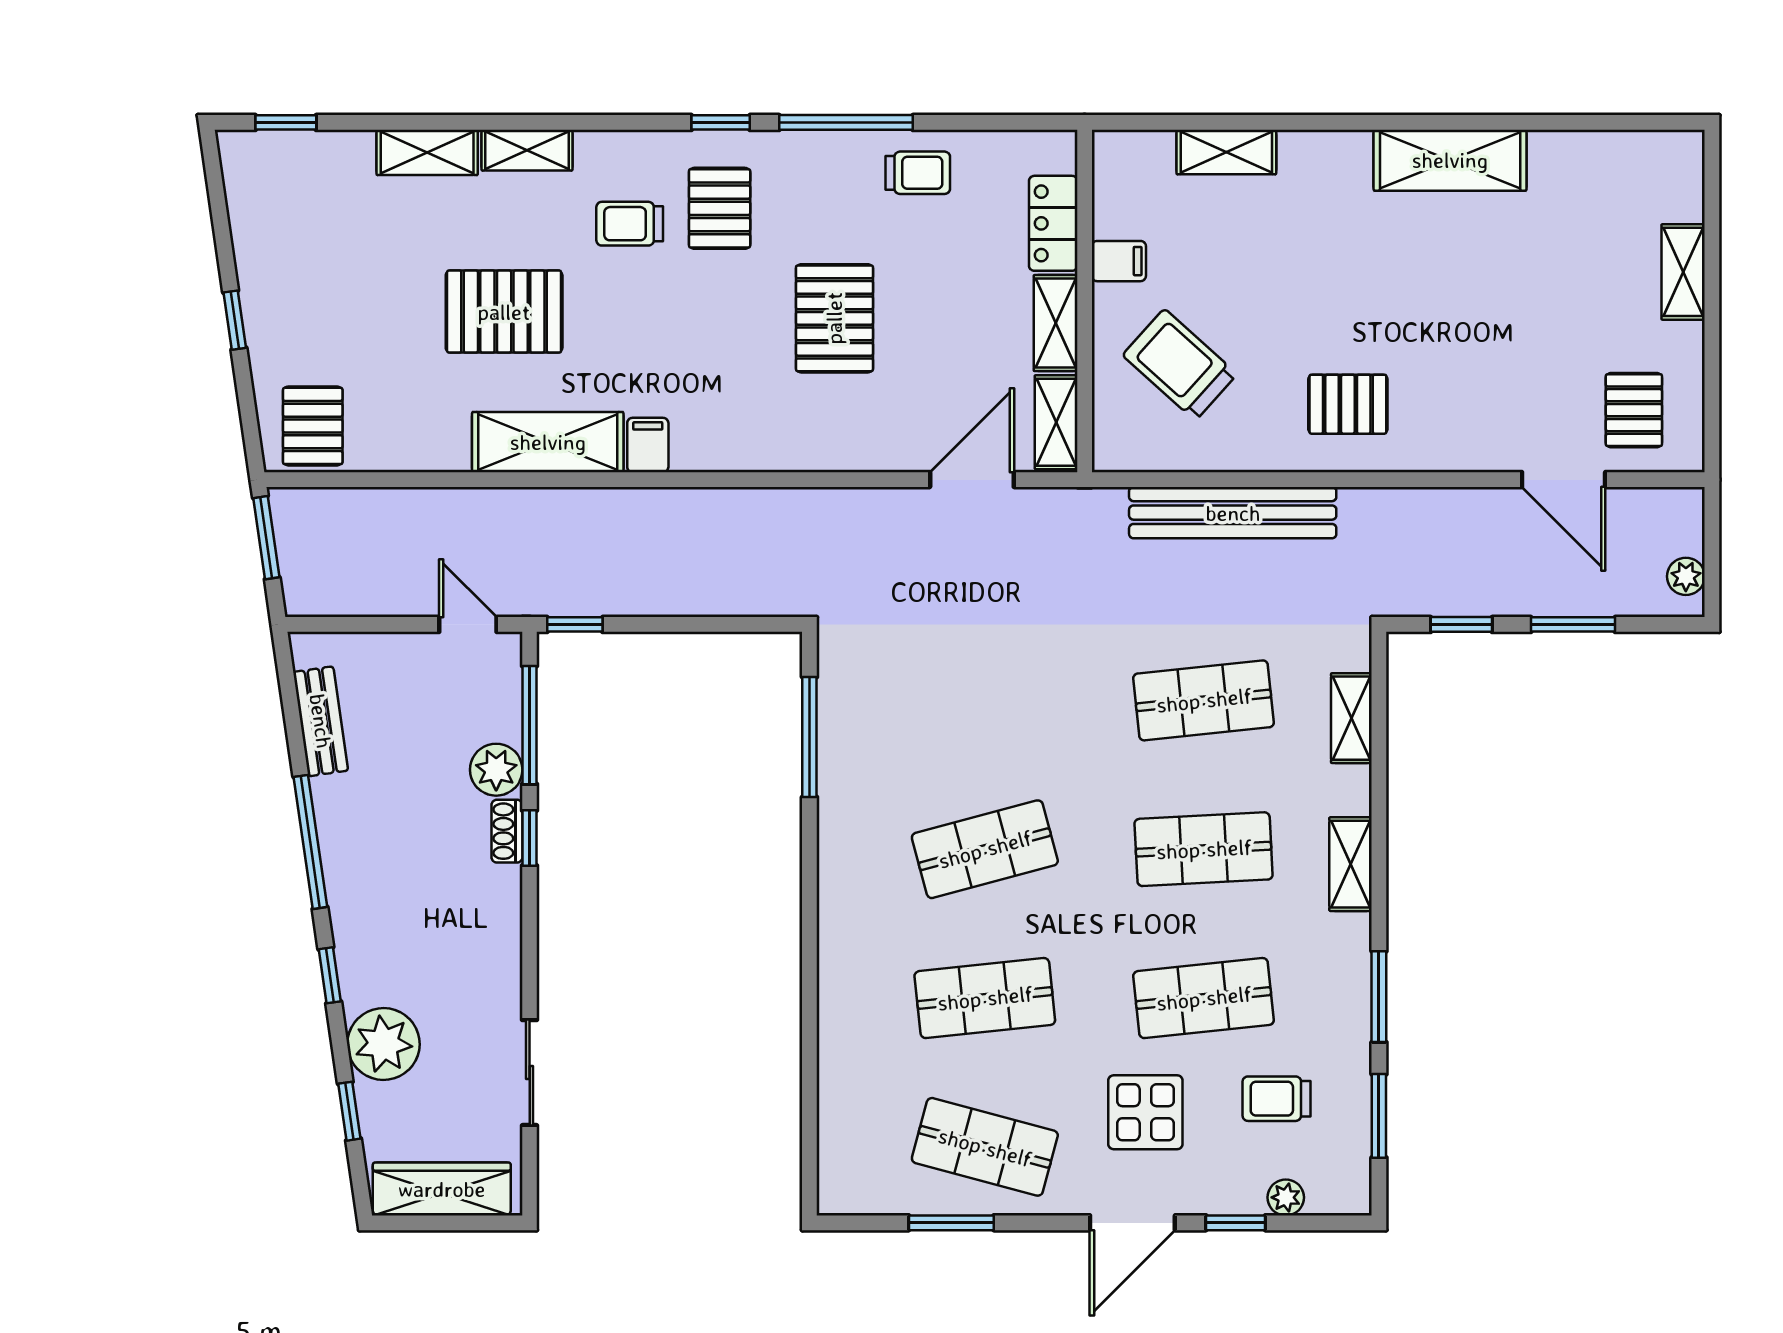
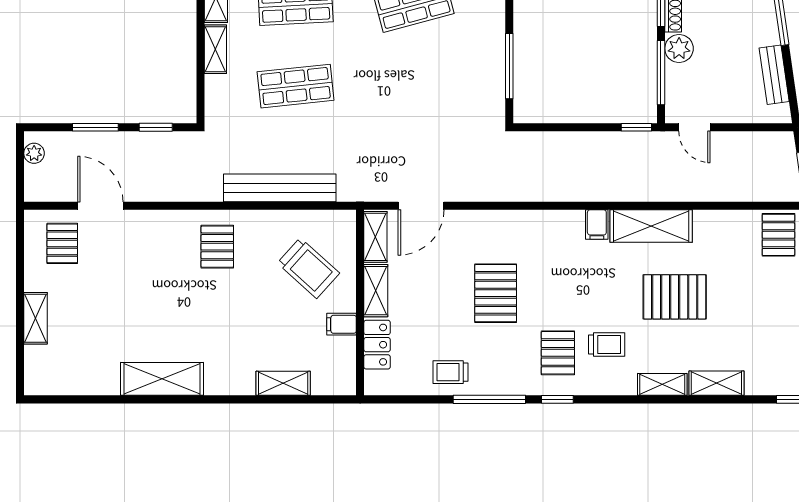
pallet: (1348, 404) -> (217, 247), turned 90
shelving: (1351, 718) -> (215, 49), moved

